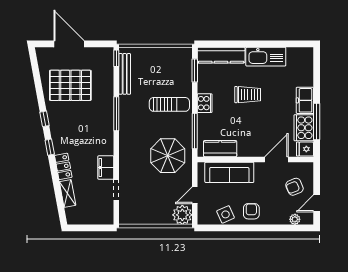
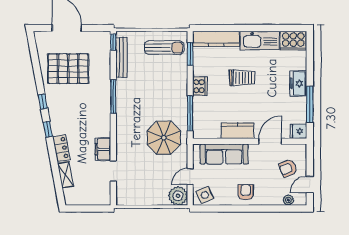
sun lounger: (169, 104) -> (164, 48), moved
cooker: (304, 128) -> (293, 41), moved, turned -90
kitchen counter: (220, 149) -> (238, 131), moved
side table: (226, 214) -> (205, 195), moved

